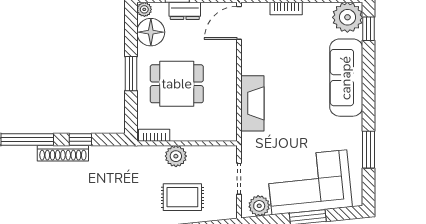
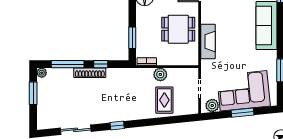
window: (131, 74) -> (132, 38), moved
dining table: (177, 84) -> (178, 29), moved
rug: (182, 197) -> (164, 100), turned 90

